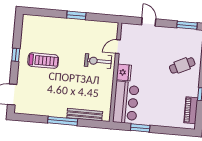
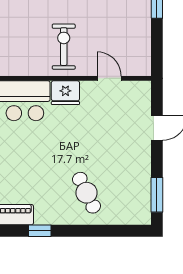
exercise bike: (98, 61) -> (64, 47), moved

